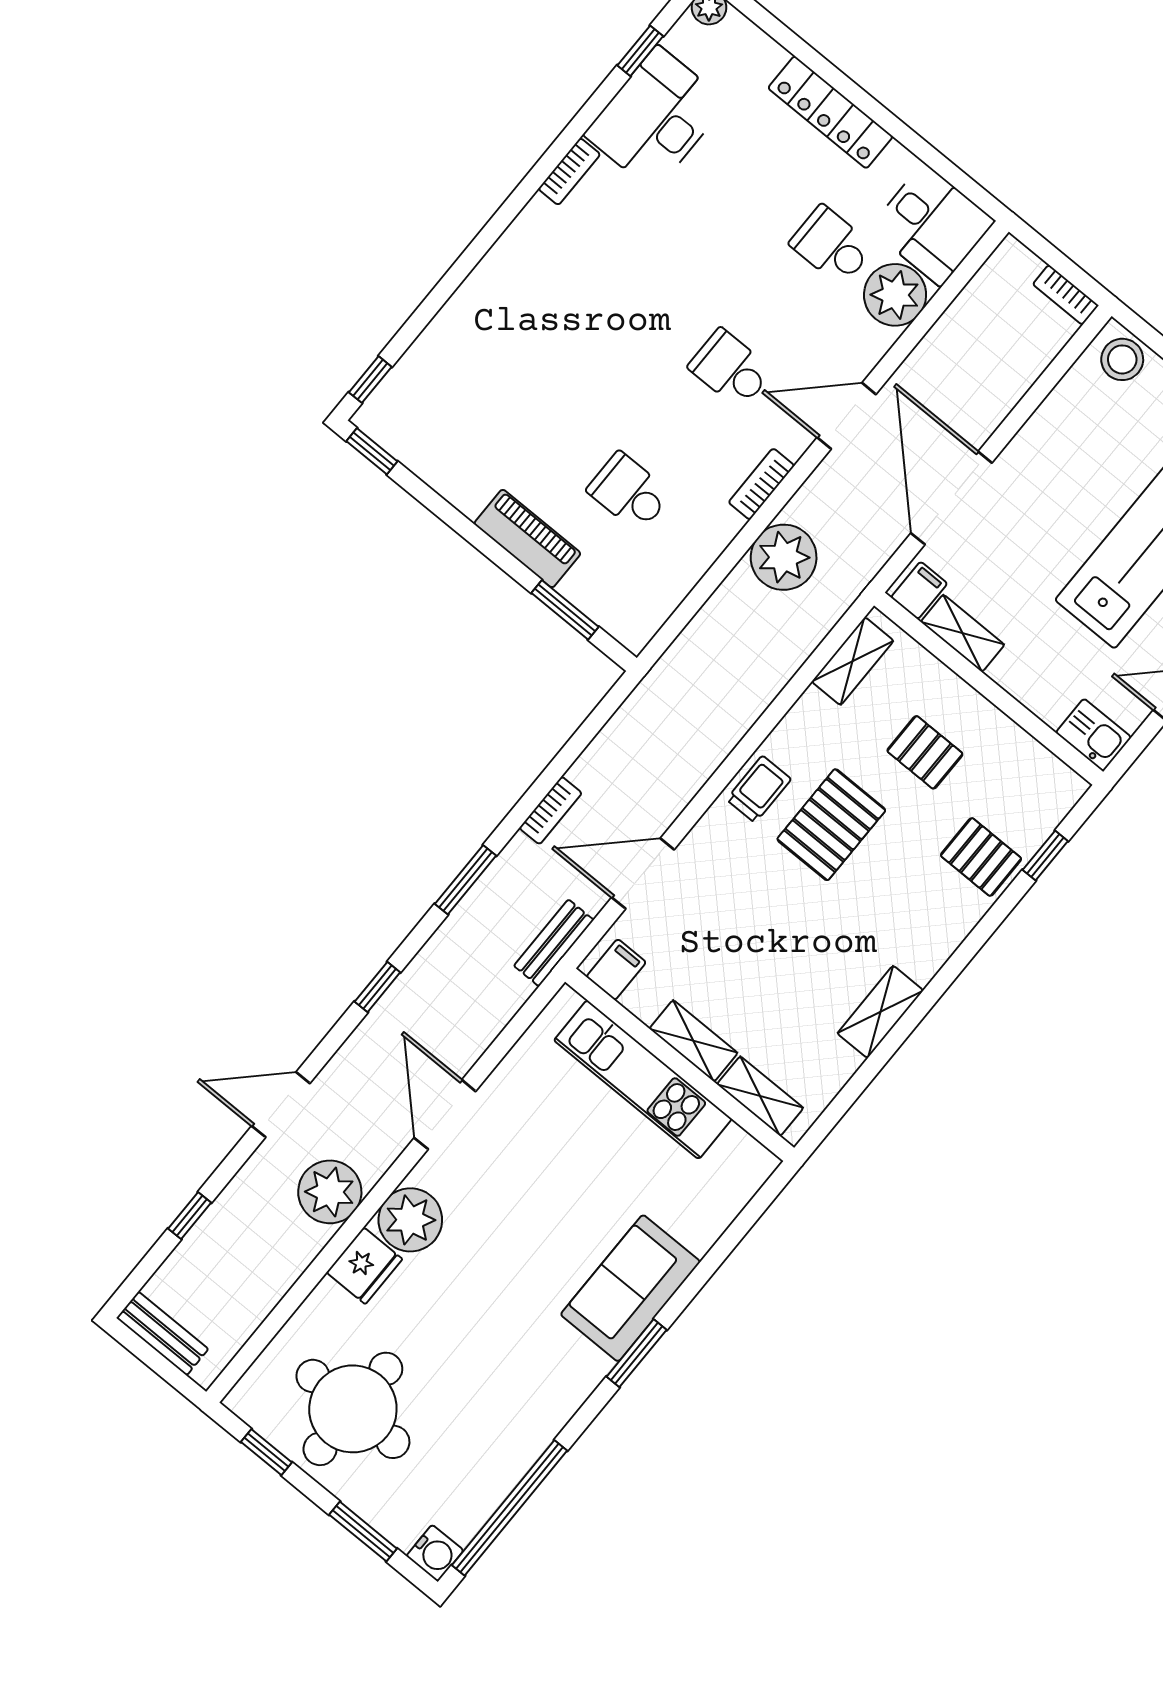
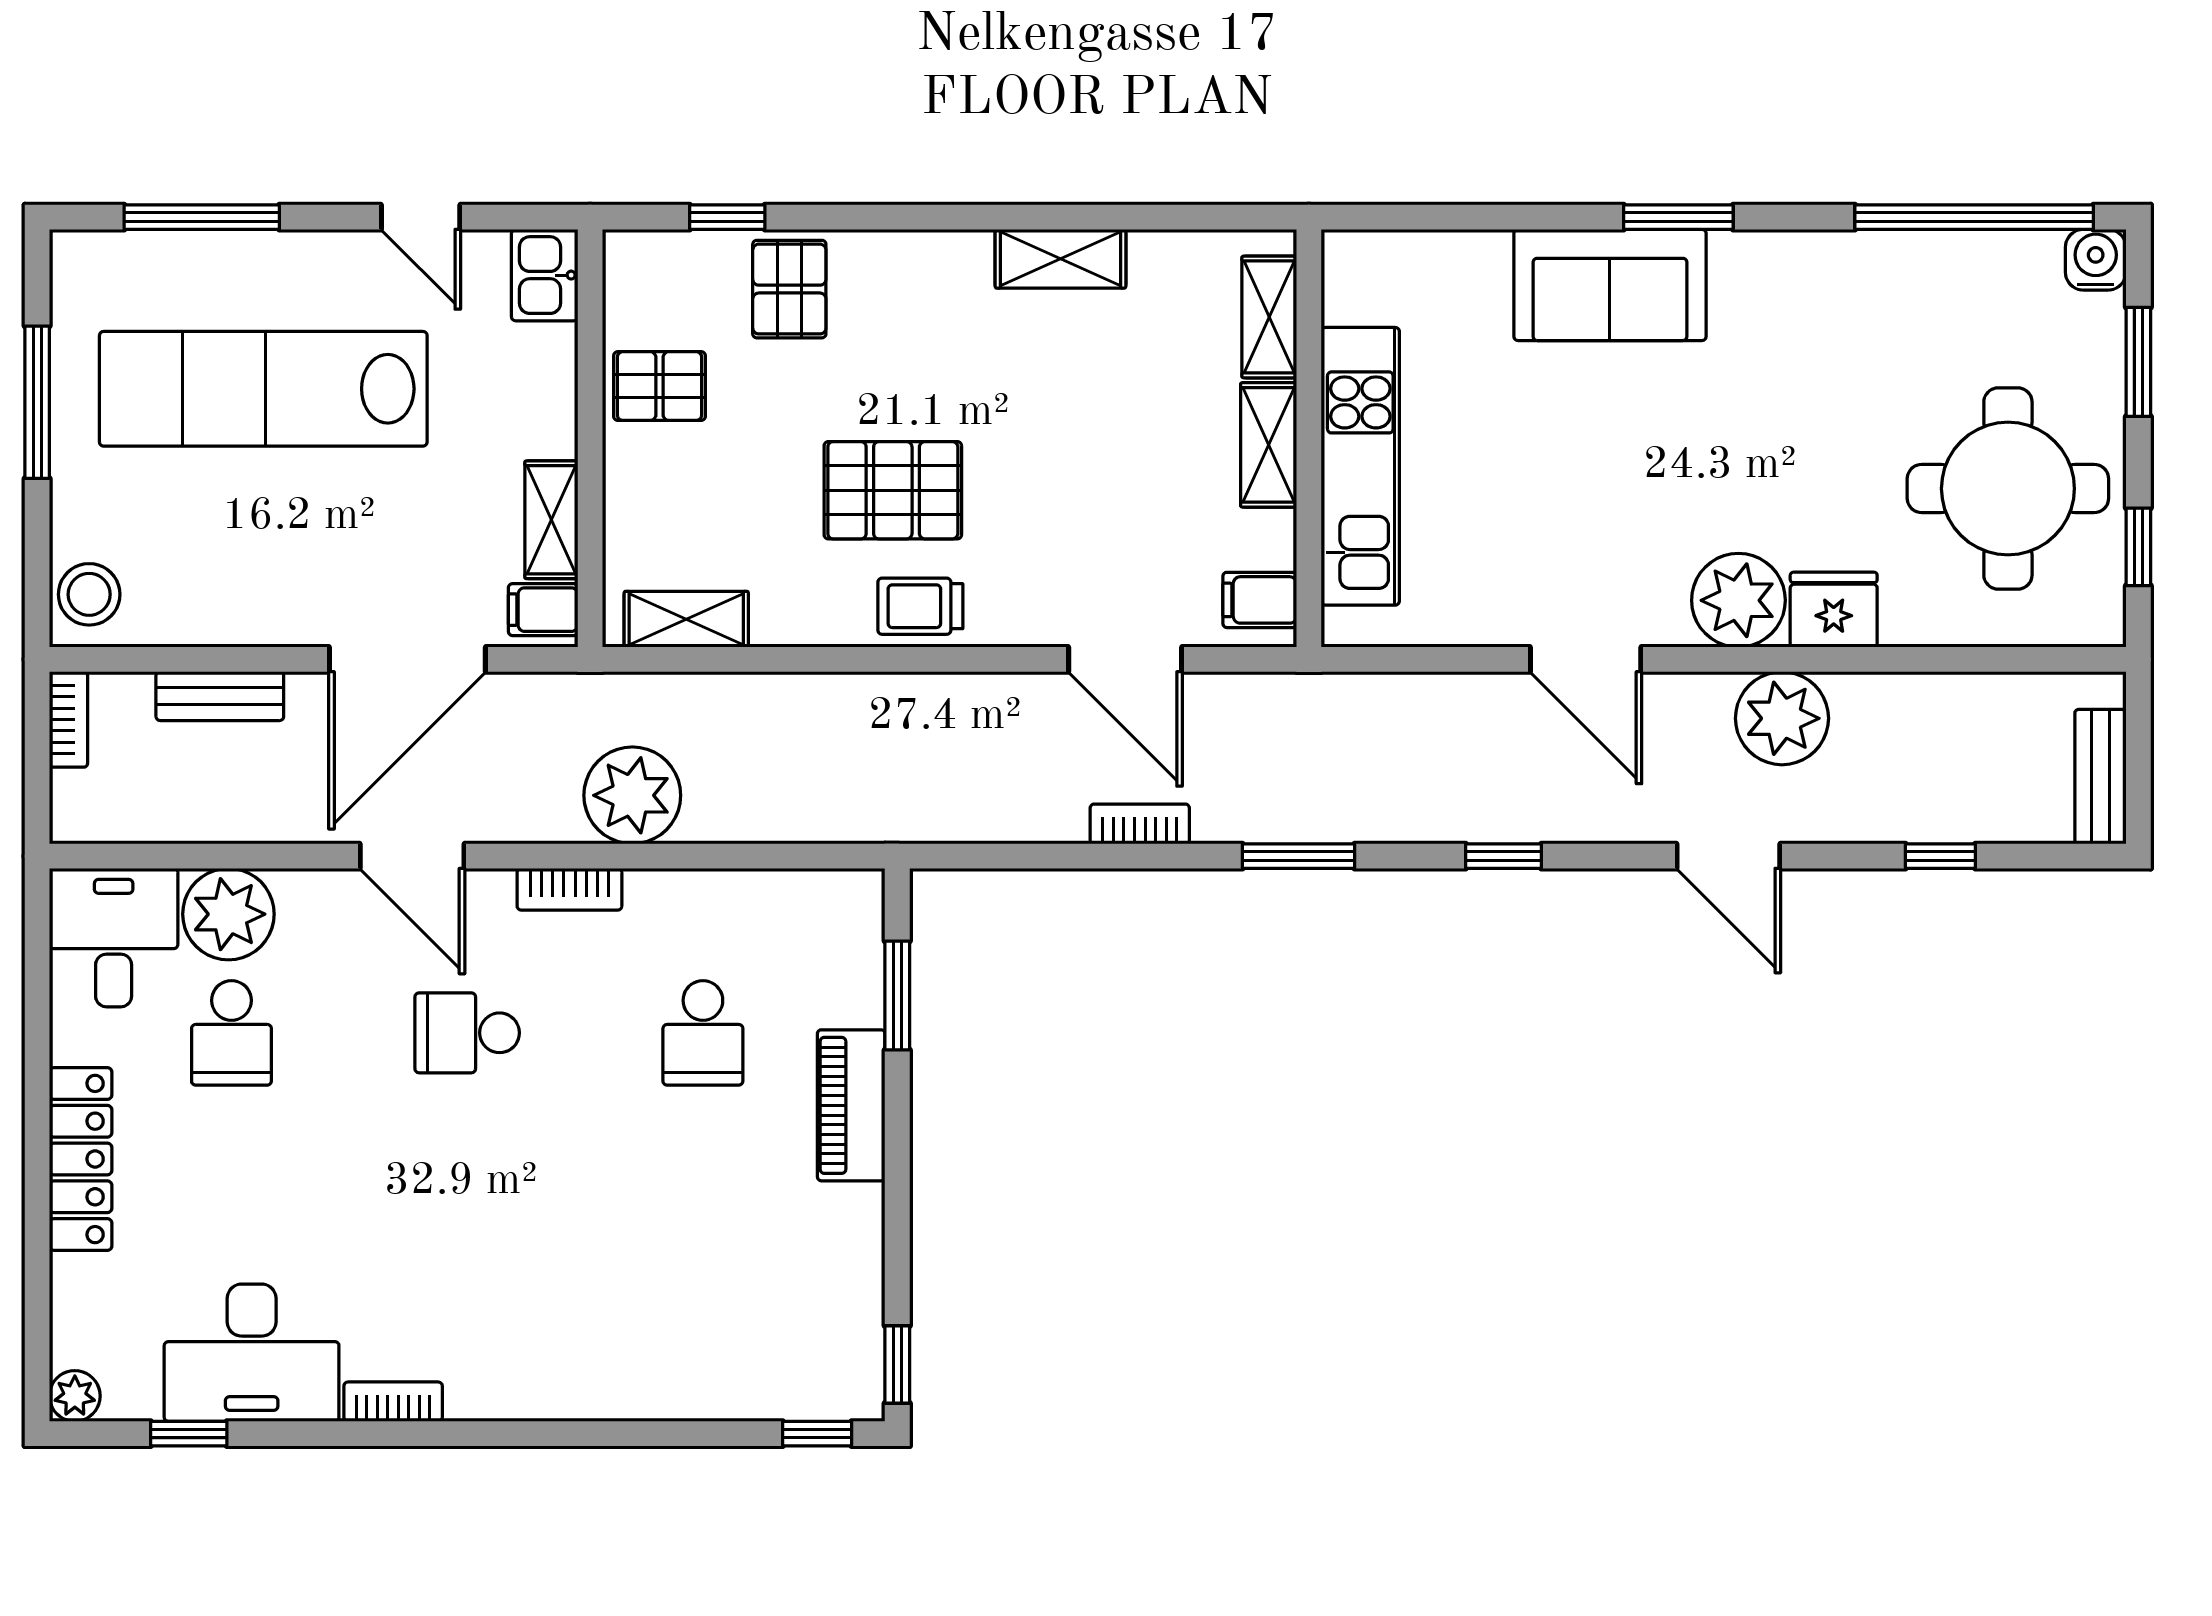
school desk: (730, 369) -> (467, 1033), turned 90
pallet: (925, 752) -> (660, 386), moved, turned 90
bench: (554, 943) -> (220, 696), moved
door: (445, 1115) -> (1586, 659), hinge flipped

